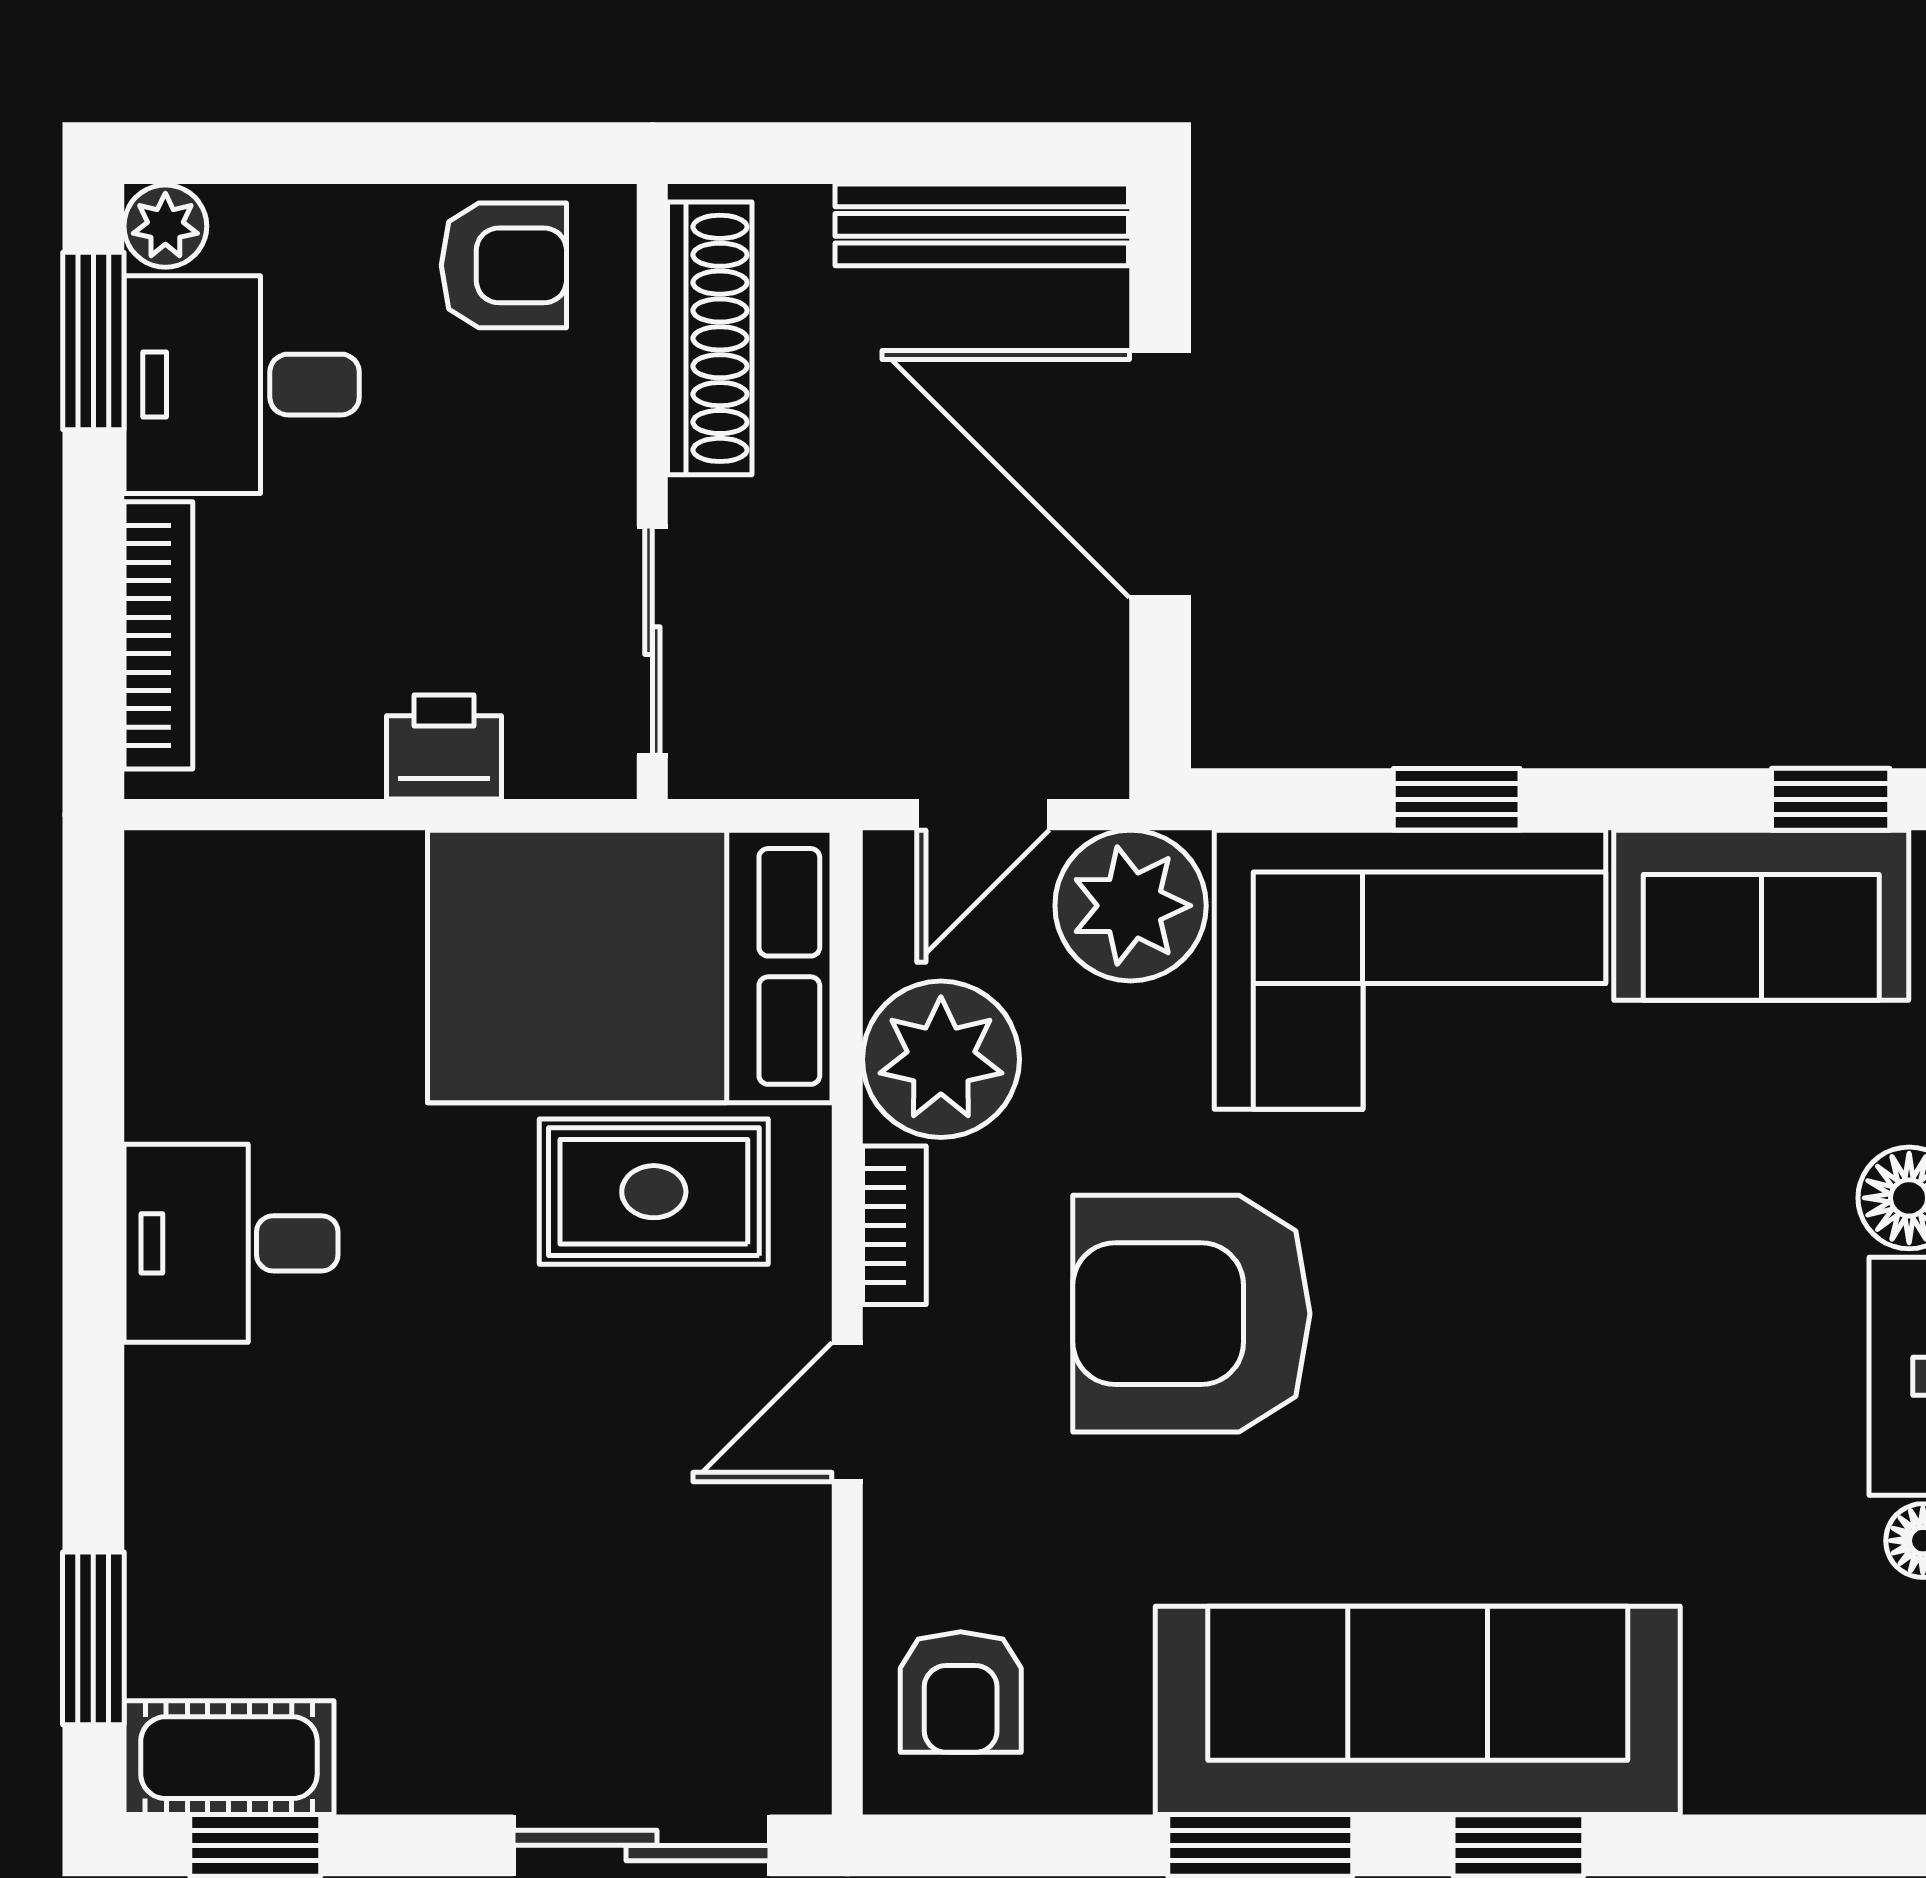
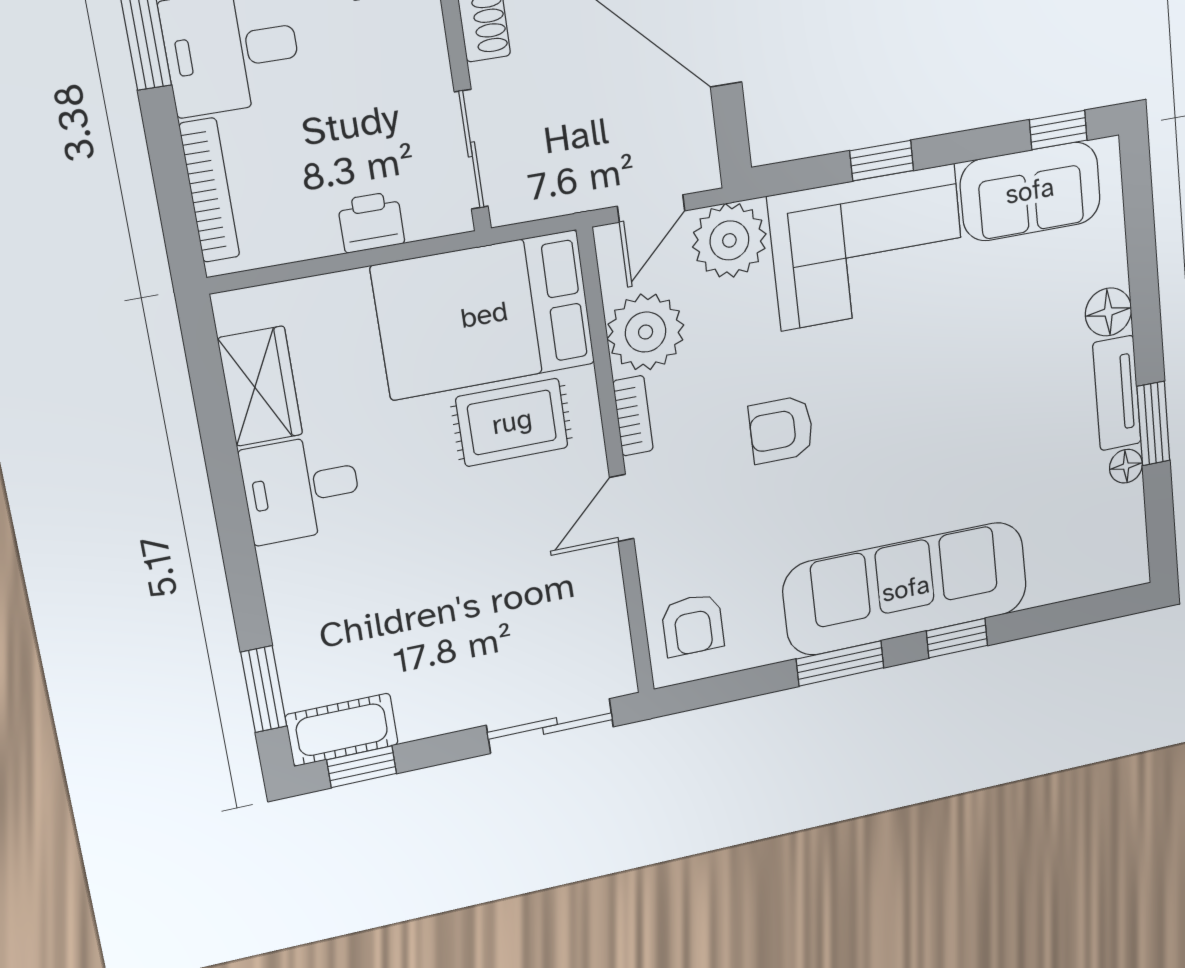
wardrobe: (188, 1026) -> (260, 386), added
armchair: (1191, 1314) -> (781, 430), width x0.53, depth x0.53

